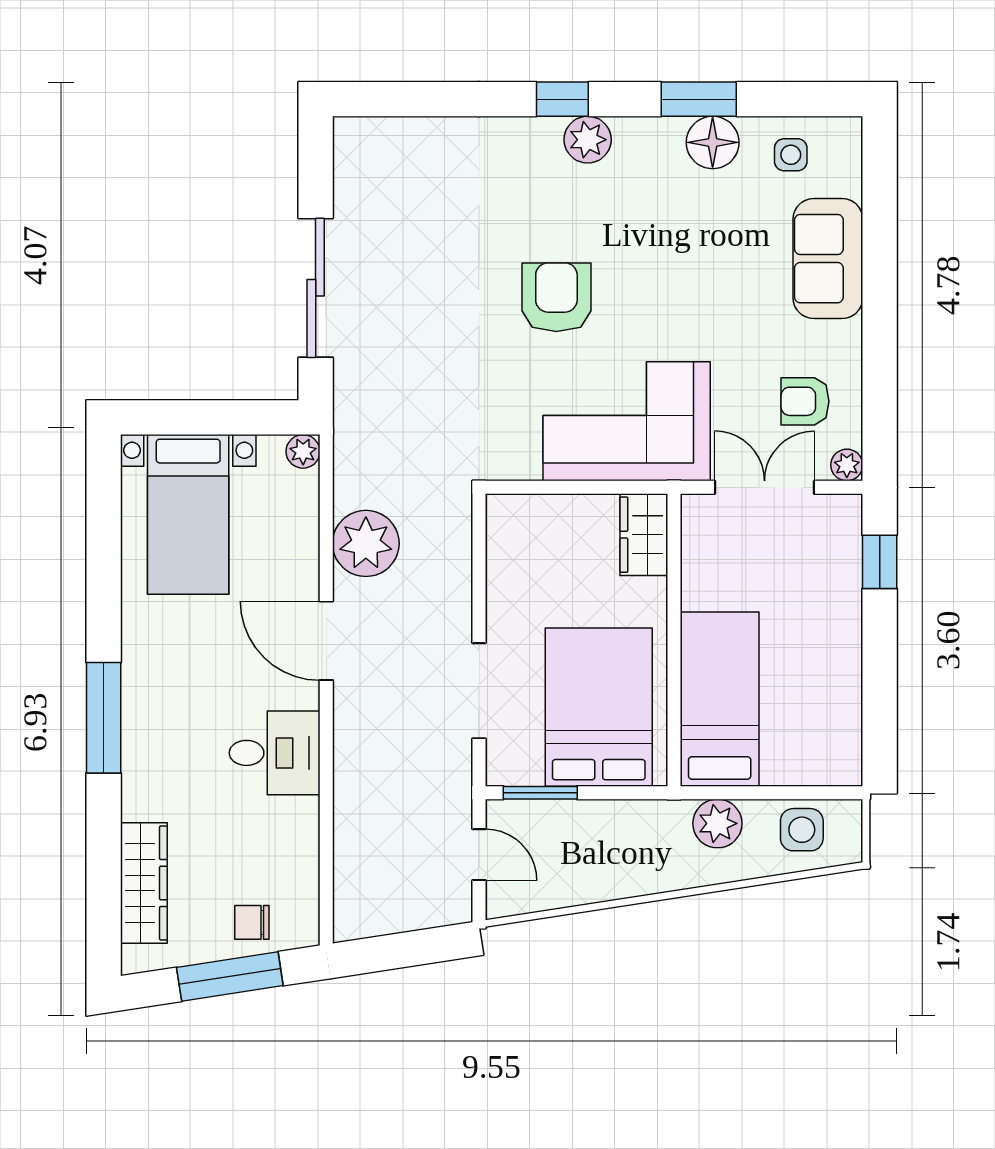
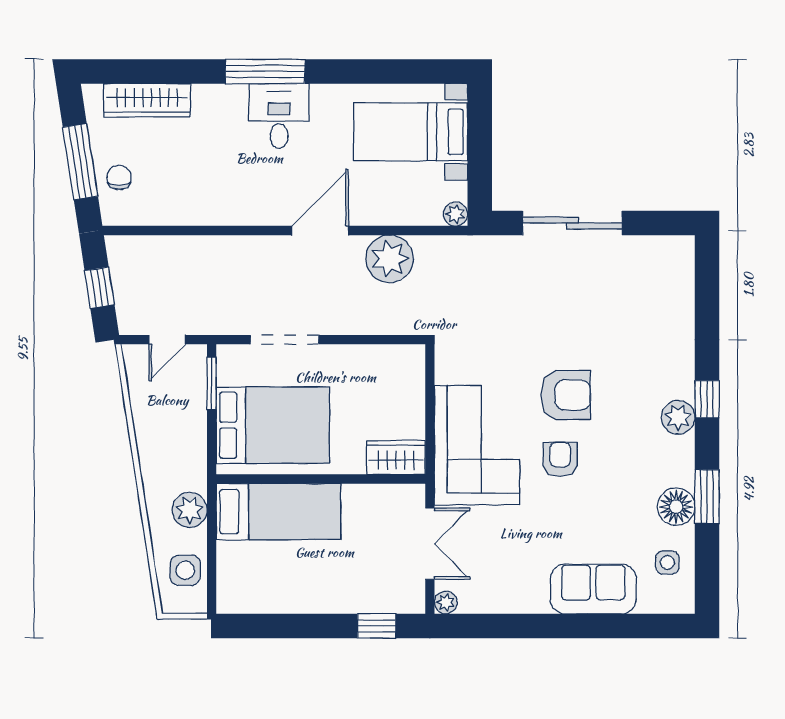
armchair: (805, 401) -> (560, 459), moved
desk: (275, 753) -> (279, 116), moved, turned 180
window: (406, 950) -> (100, 288), added

